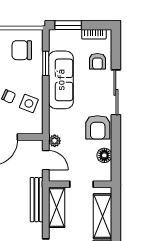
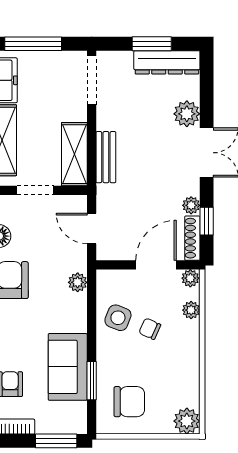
sofa: (61, 80) -> (68, 367), width x0.73
plant: (55, 141) -> (78, 282), moved
bench: (37, 200) -> (106, 157), width x0.73

